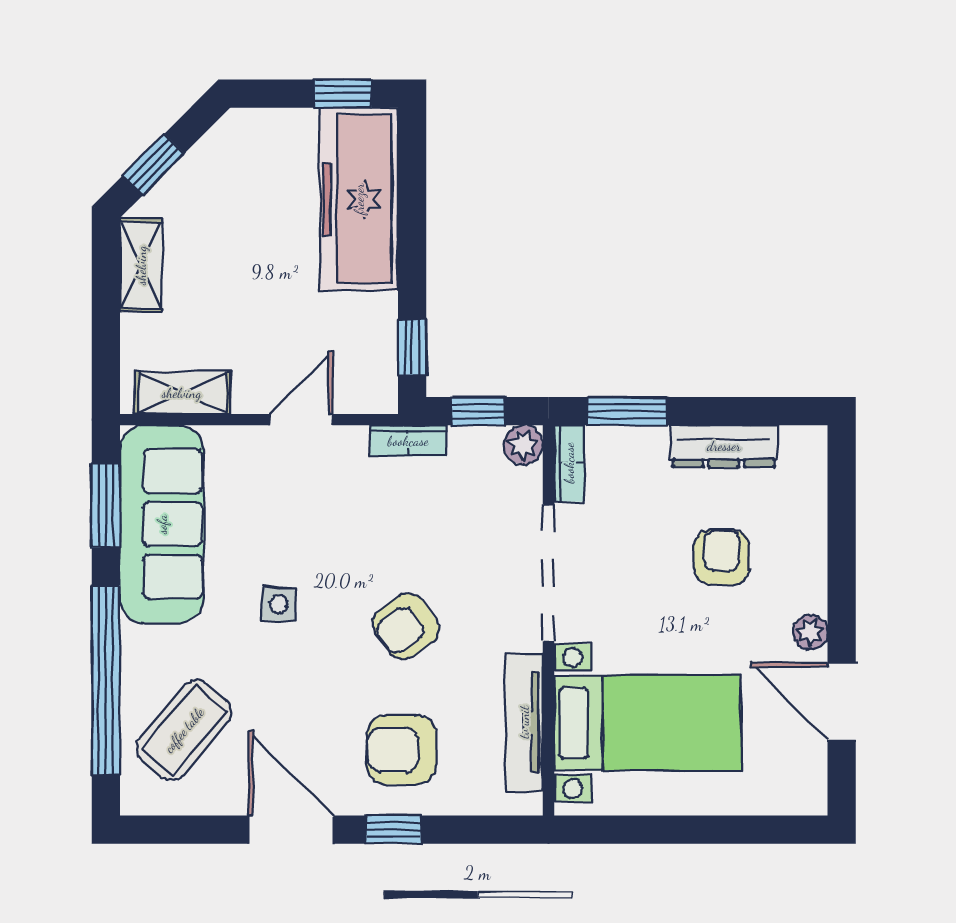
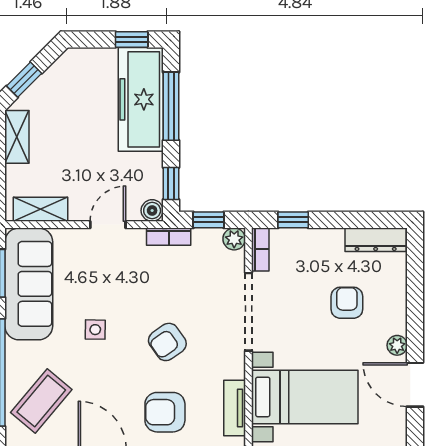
window: (412, 211) -> (171, 106), added
boiler: (379, 395) -> (152, 211), added
window: (627, 411) -> (293, 220), width x0.67
dresser: (724, 446) -> (376, 240), moved
tv unit: (524, 722) -> (235, 408), width x0.71

